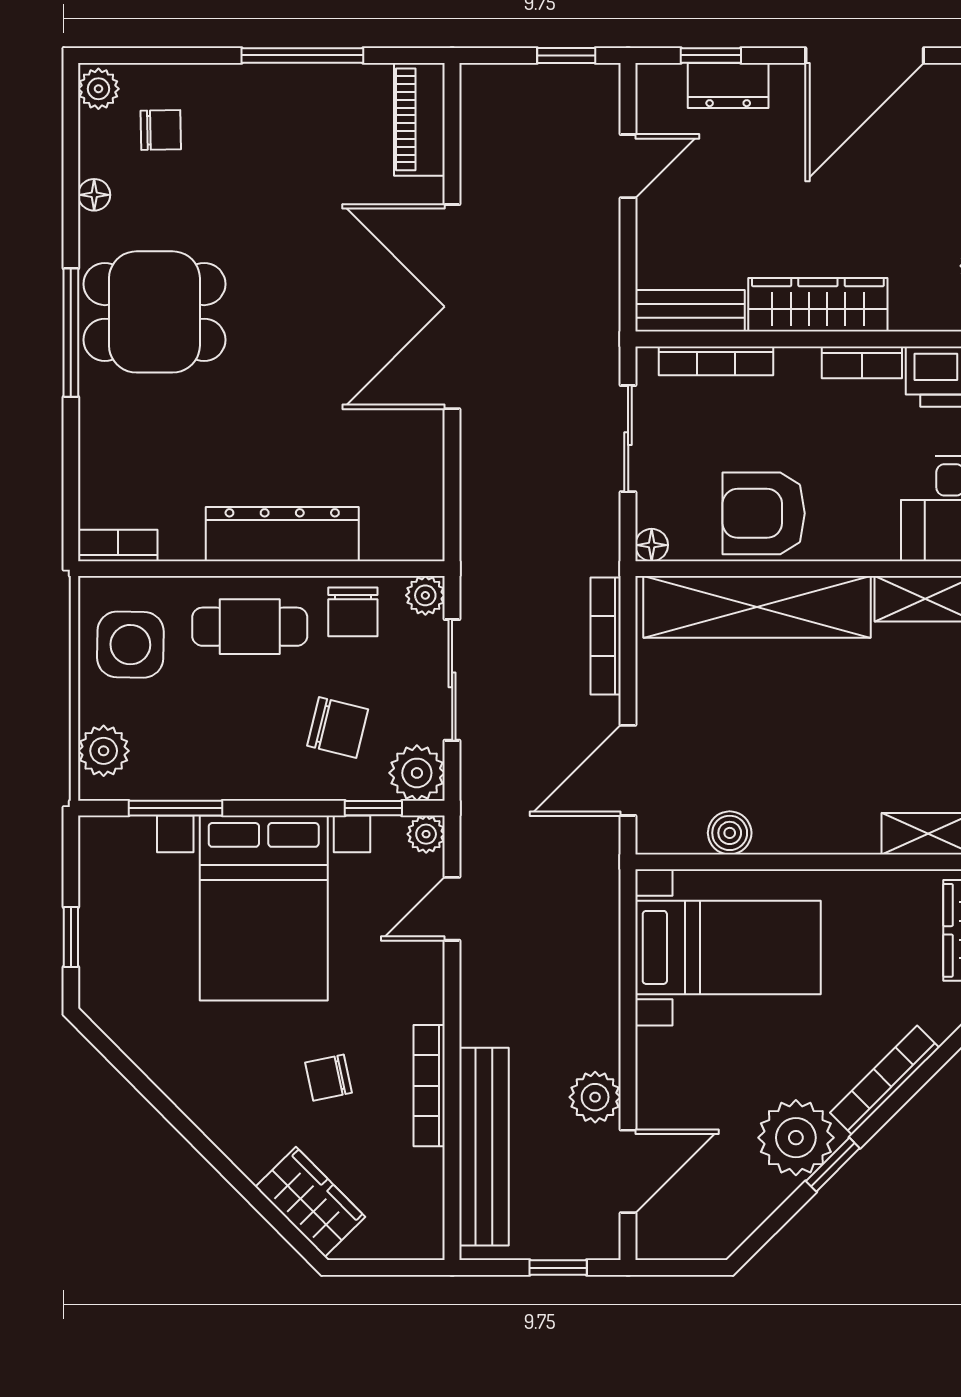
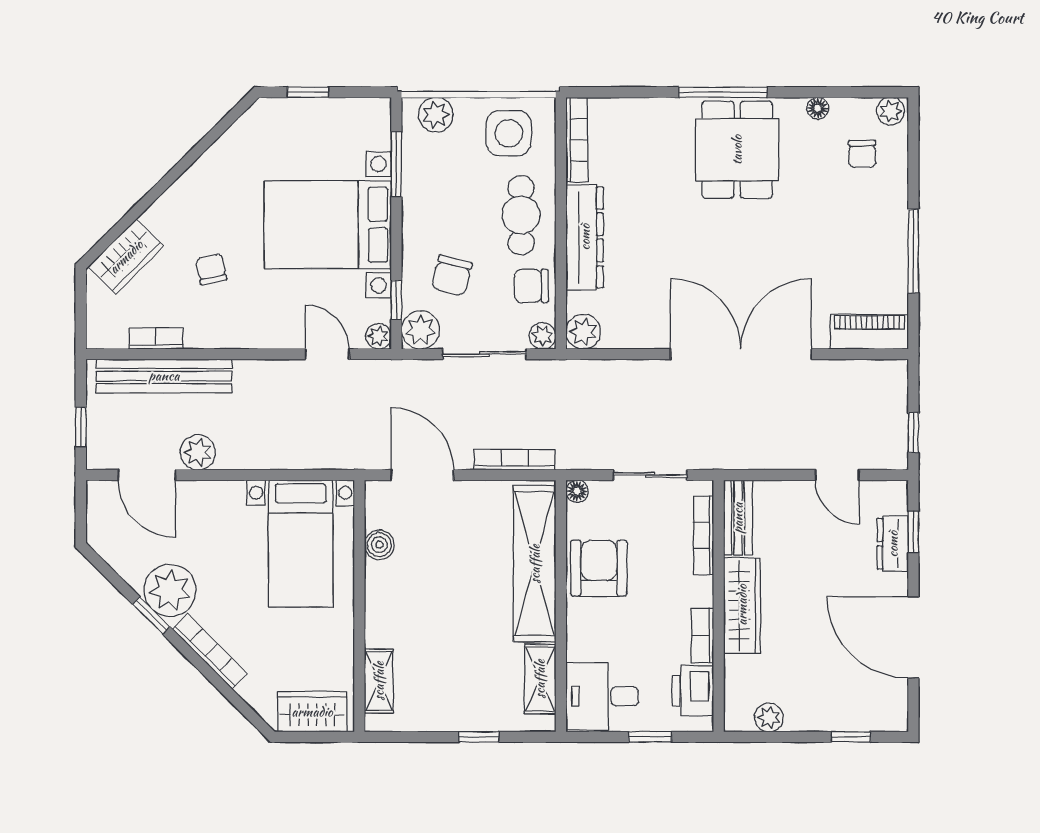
plant: (419, 536) -> (583, 332), added
bookcase: (118, 545) -> (577, 140), width x1.56
bookcase: (429, 1086) -> (156, 338), moved, width x0.64

